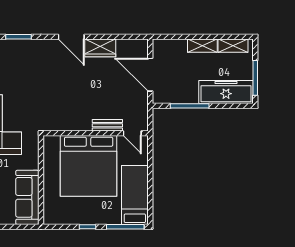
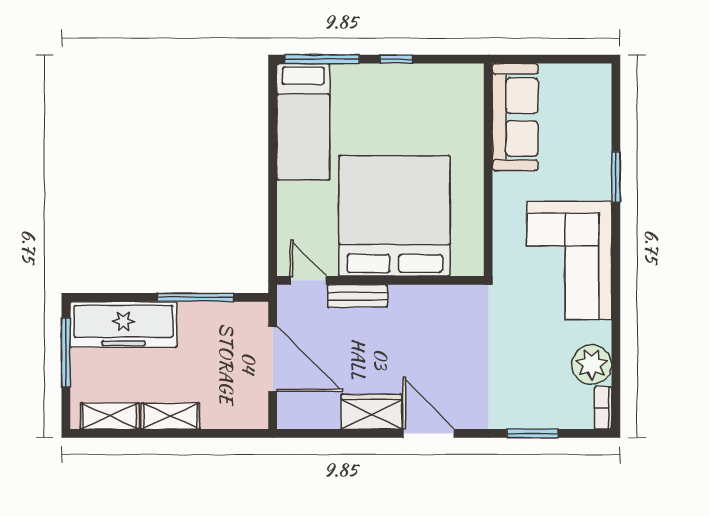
bench: (107, 125) -> (357, 296), moved
wall: (96, 133) -> (380, 280), moved
door: (132, 133) -> (308, 280), moved
bed: (89, 166) -> (394, 216), moved

